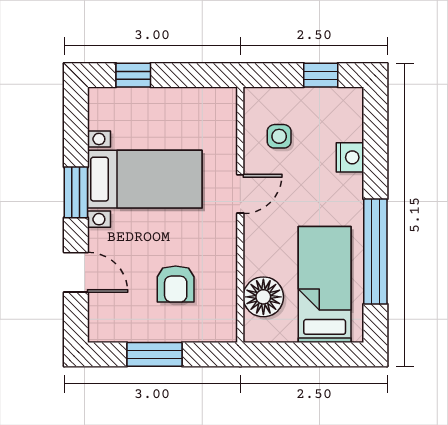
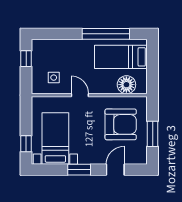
nightstand: (350, 157) -> (63, 45), removed
bed with nightstands: (145, 179) -> (55, 138), moved
armchair: (176, 284) -> (121, 124), width x1.88, depth x1.88

